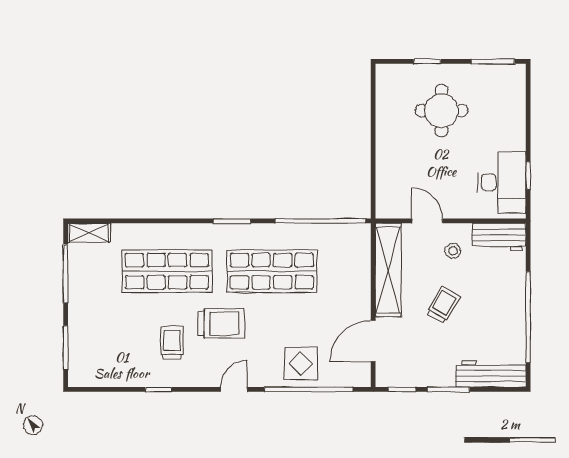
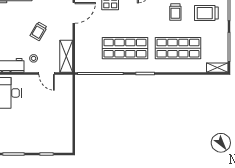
round table: (442, 111) -> (39, 129), removed
shelving: (388, 270) -> (66, 56), width x0.68
trolley: (221, 323) -> (206, 13), moved

